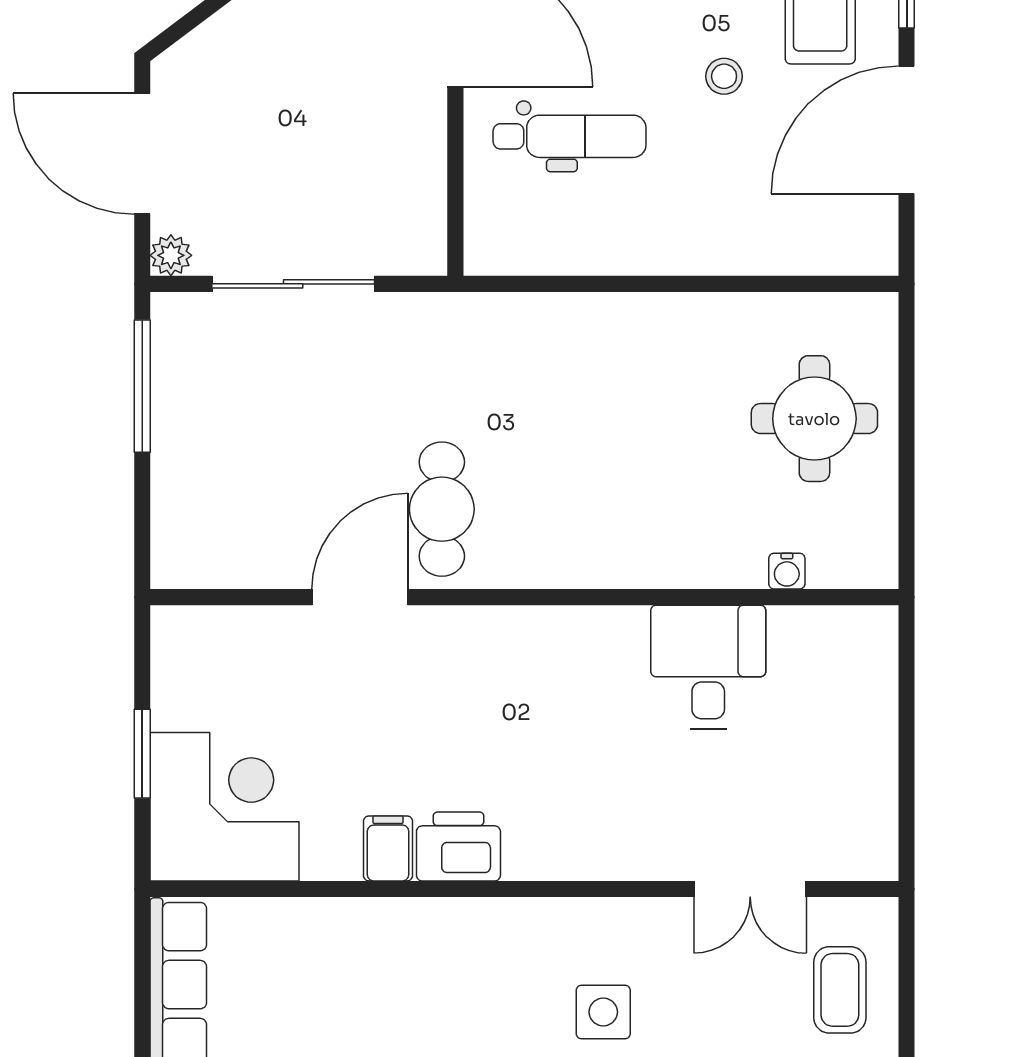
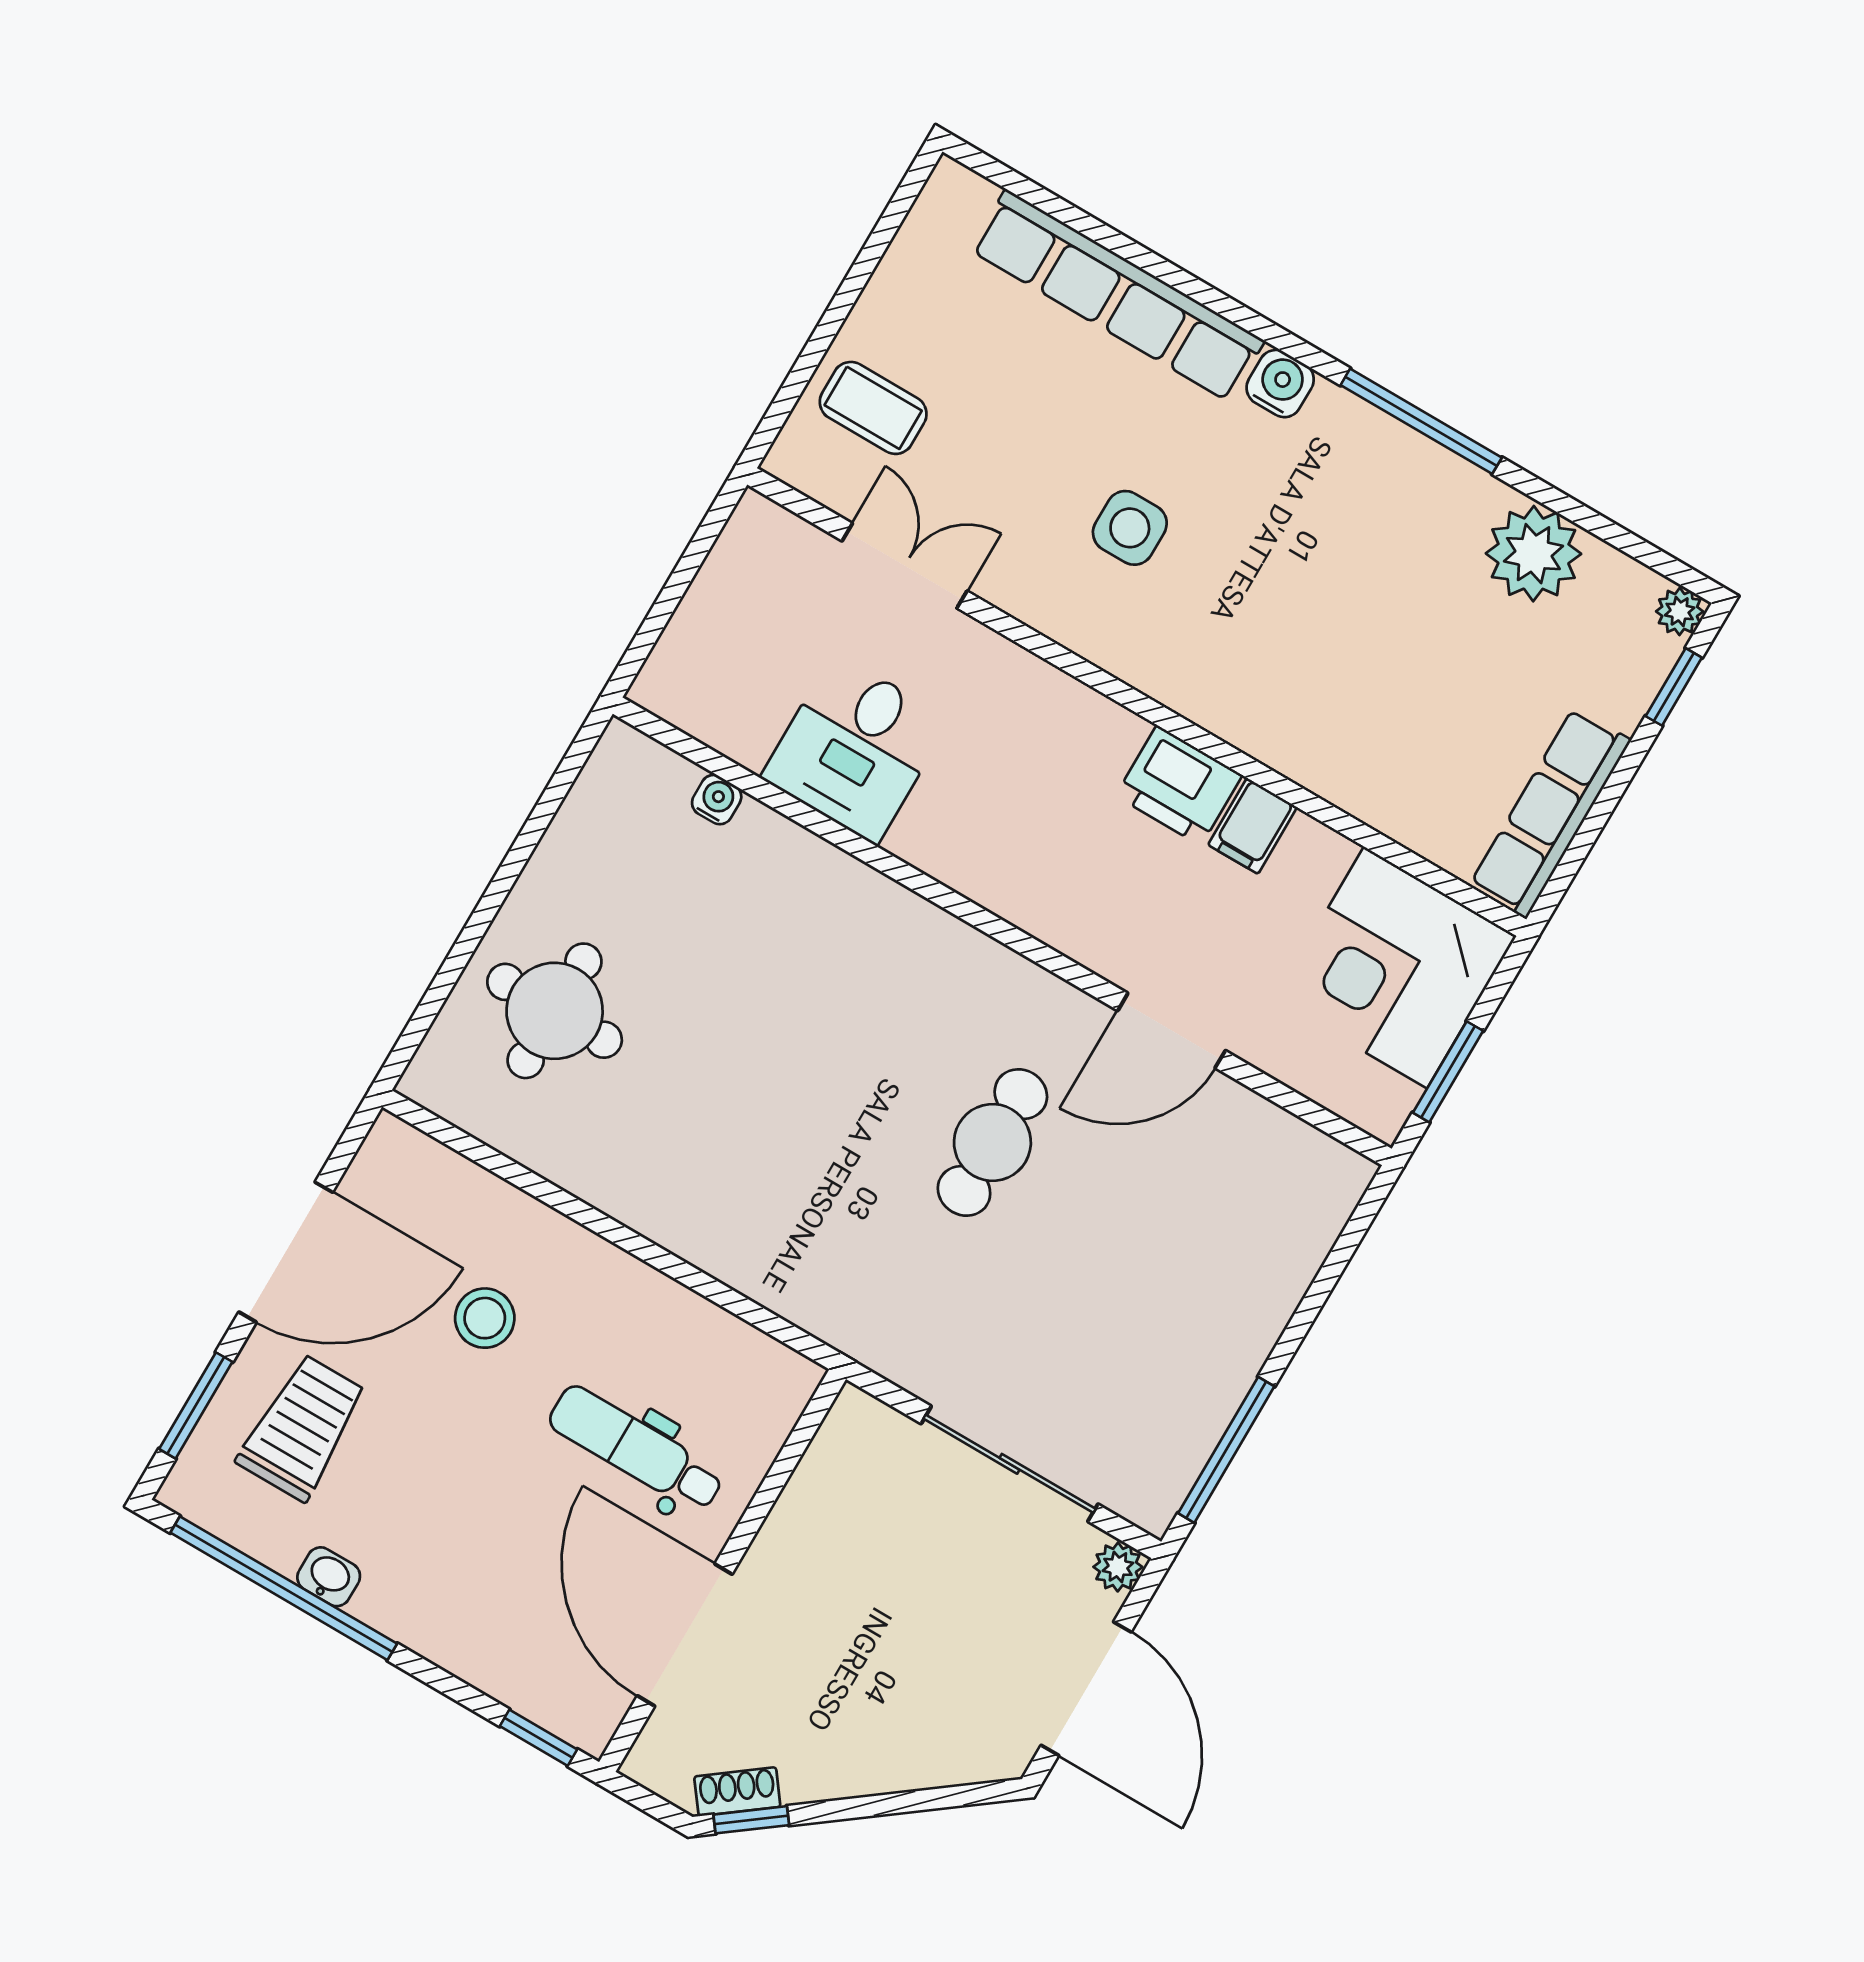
stool: (724, 76) -> (485, 1318), moved, width x1.37, depth x1.37
water cooler: (787, 571) -> (717, 800), moved
door: (360, 597) -> (1171, 1031), moved
wall: (524, 597) -> (1002, 931), moved
desk: (708, 667) -> (855, 748), moved
coffee table: (840, 990) -> (873, 408), turned 90

